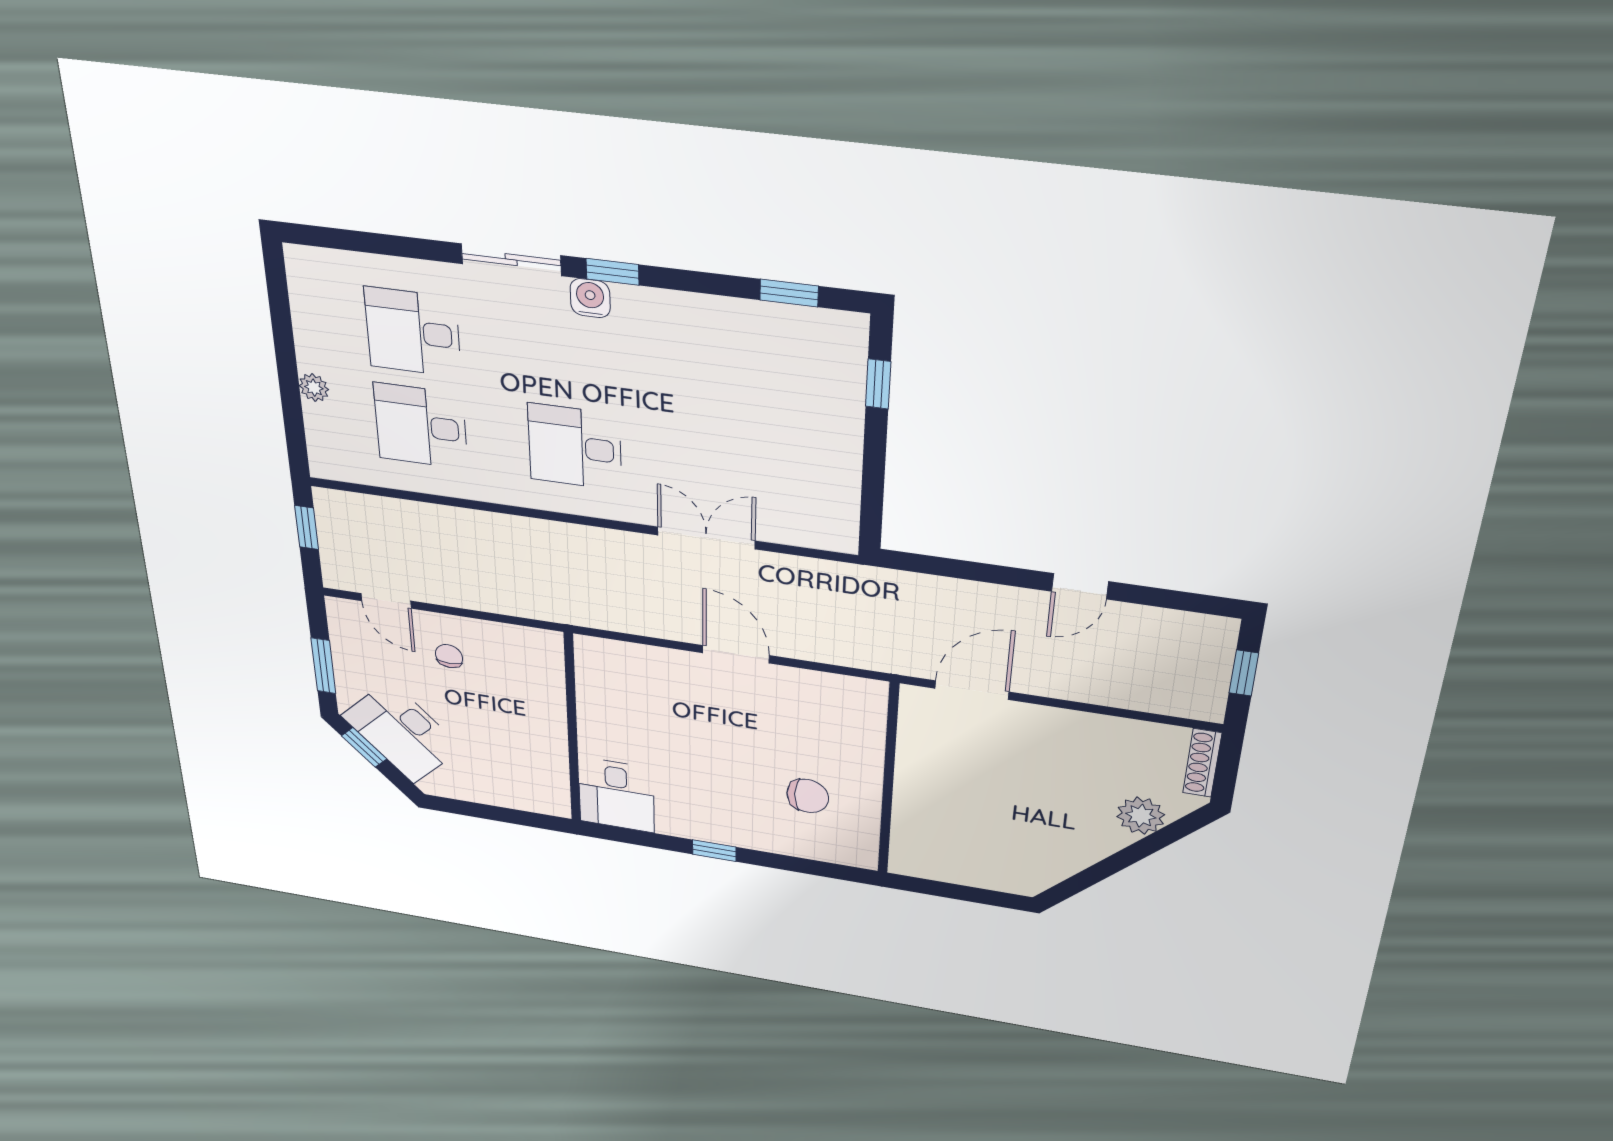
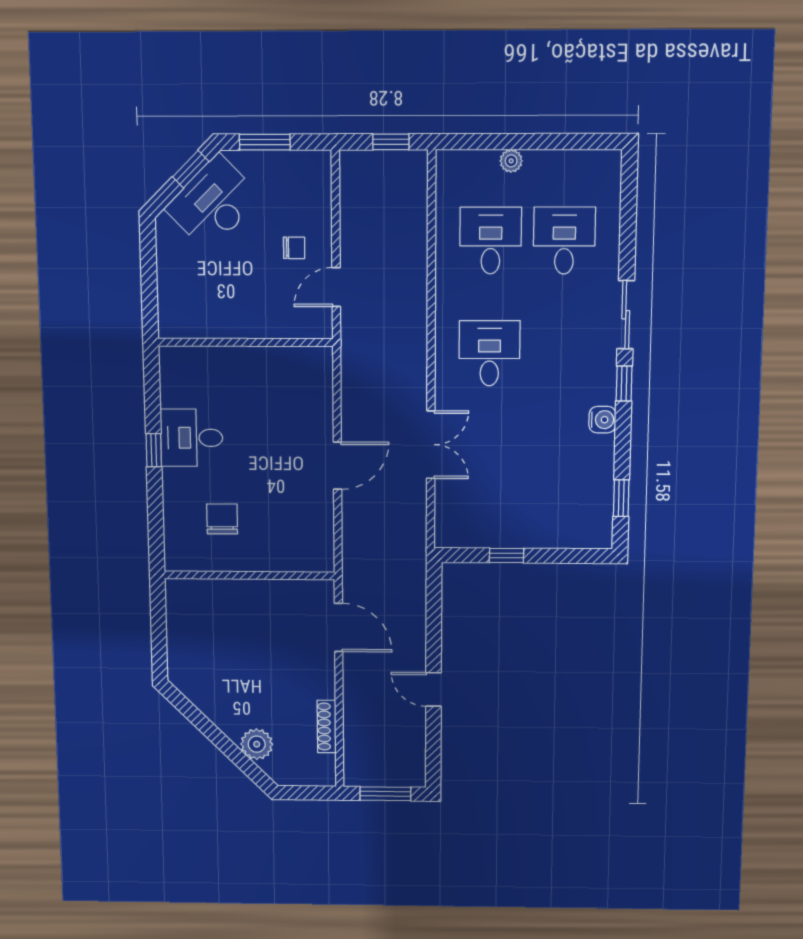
water cooler: (590, 298) -> (602, 420), moved
window: (878, 384) -> (507, 556), moved
door: (386, 601) -> (336, 287), moved
window: (1244, 673) -> (385, 794), width x1.50
shoe rack: (1202, 763) -> (327, 727), moved, turned -90
desk: (616, 795) -> (192, 438), moved
chair: (808, 796) -> (222, 519), turned 180

